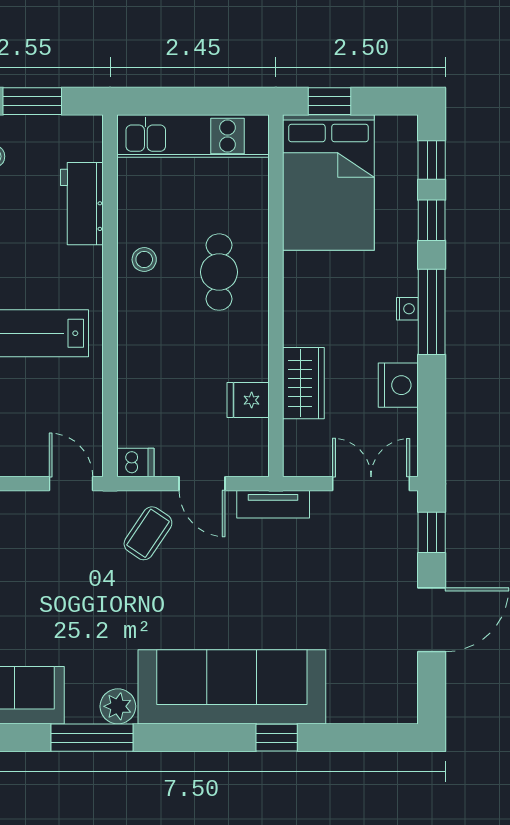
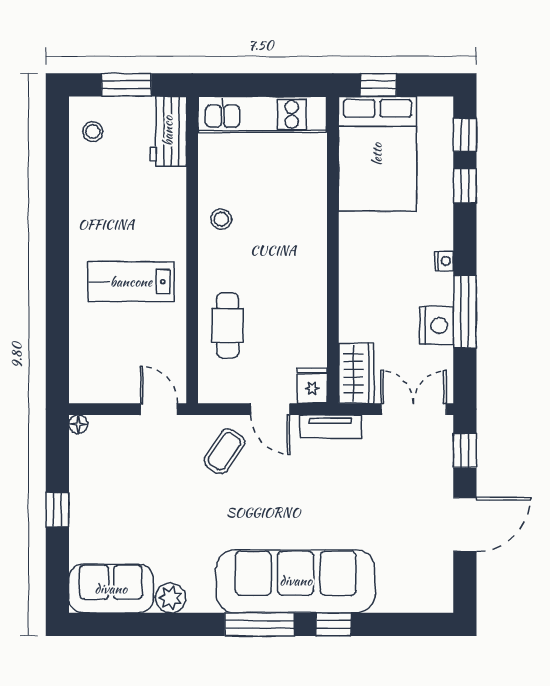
workbench: (82, 204) -> (168, 131), moved
cafe table: (219, 272) -> (228, 325), moved
window: (432, 312) -> (465, 312), moved
wardrobe: (303, 383) -> (356, 373), moved
fridge: (248, 400) -> (312, 386), moved, turned 90
dishwasher: (135, 462) -> (214, 391), removed
plant: (118, 706) -> (171, 598), moved
window: (92, 738) -> (260, 624), moved

